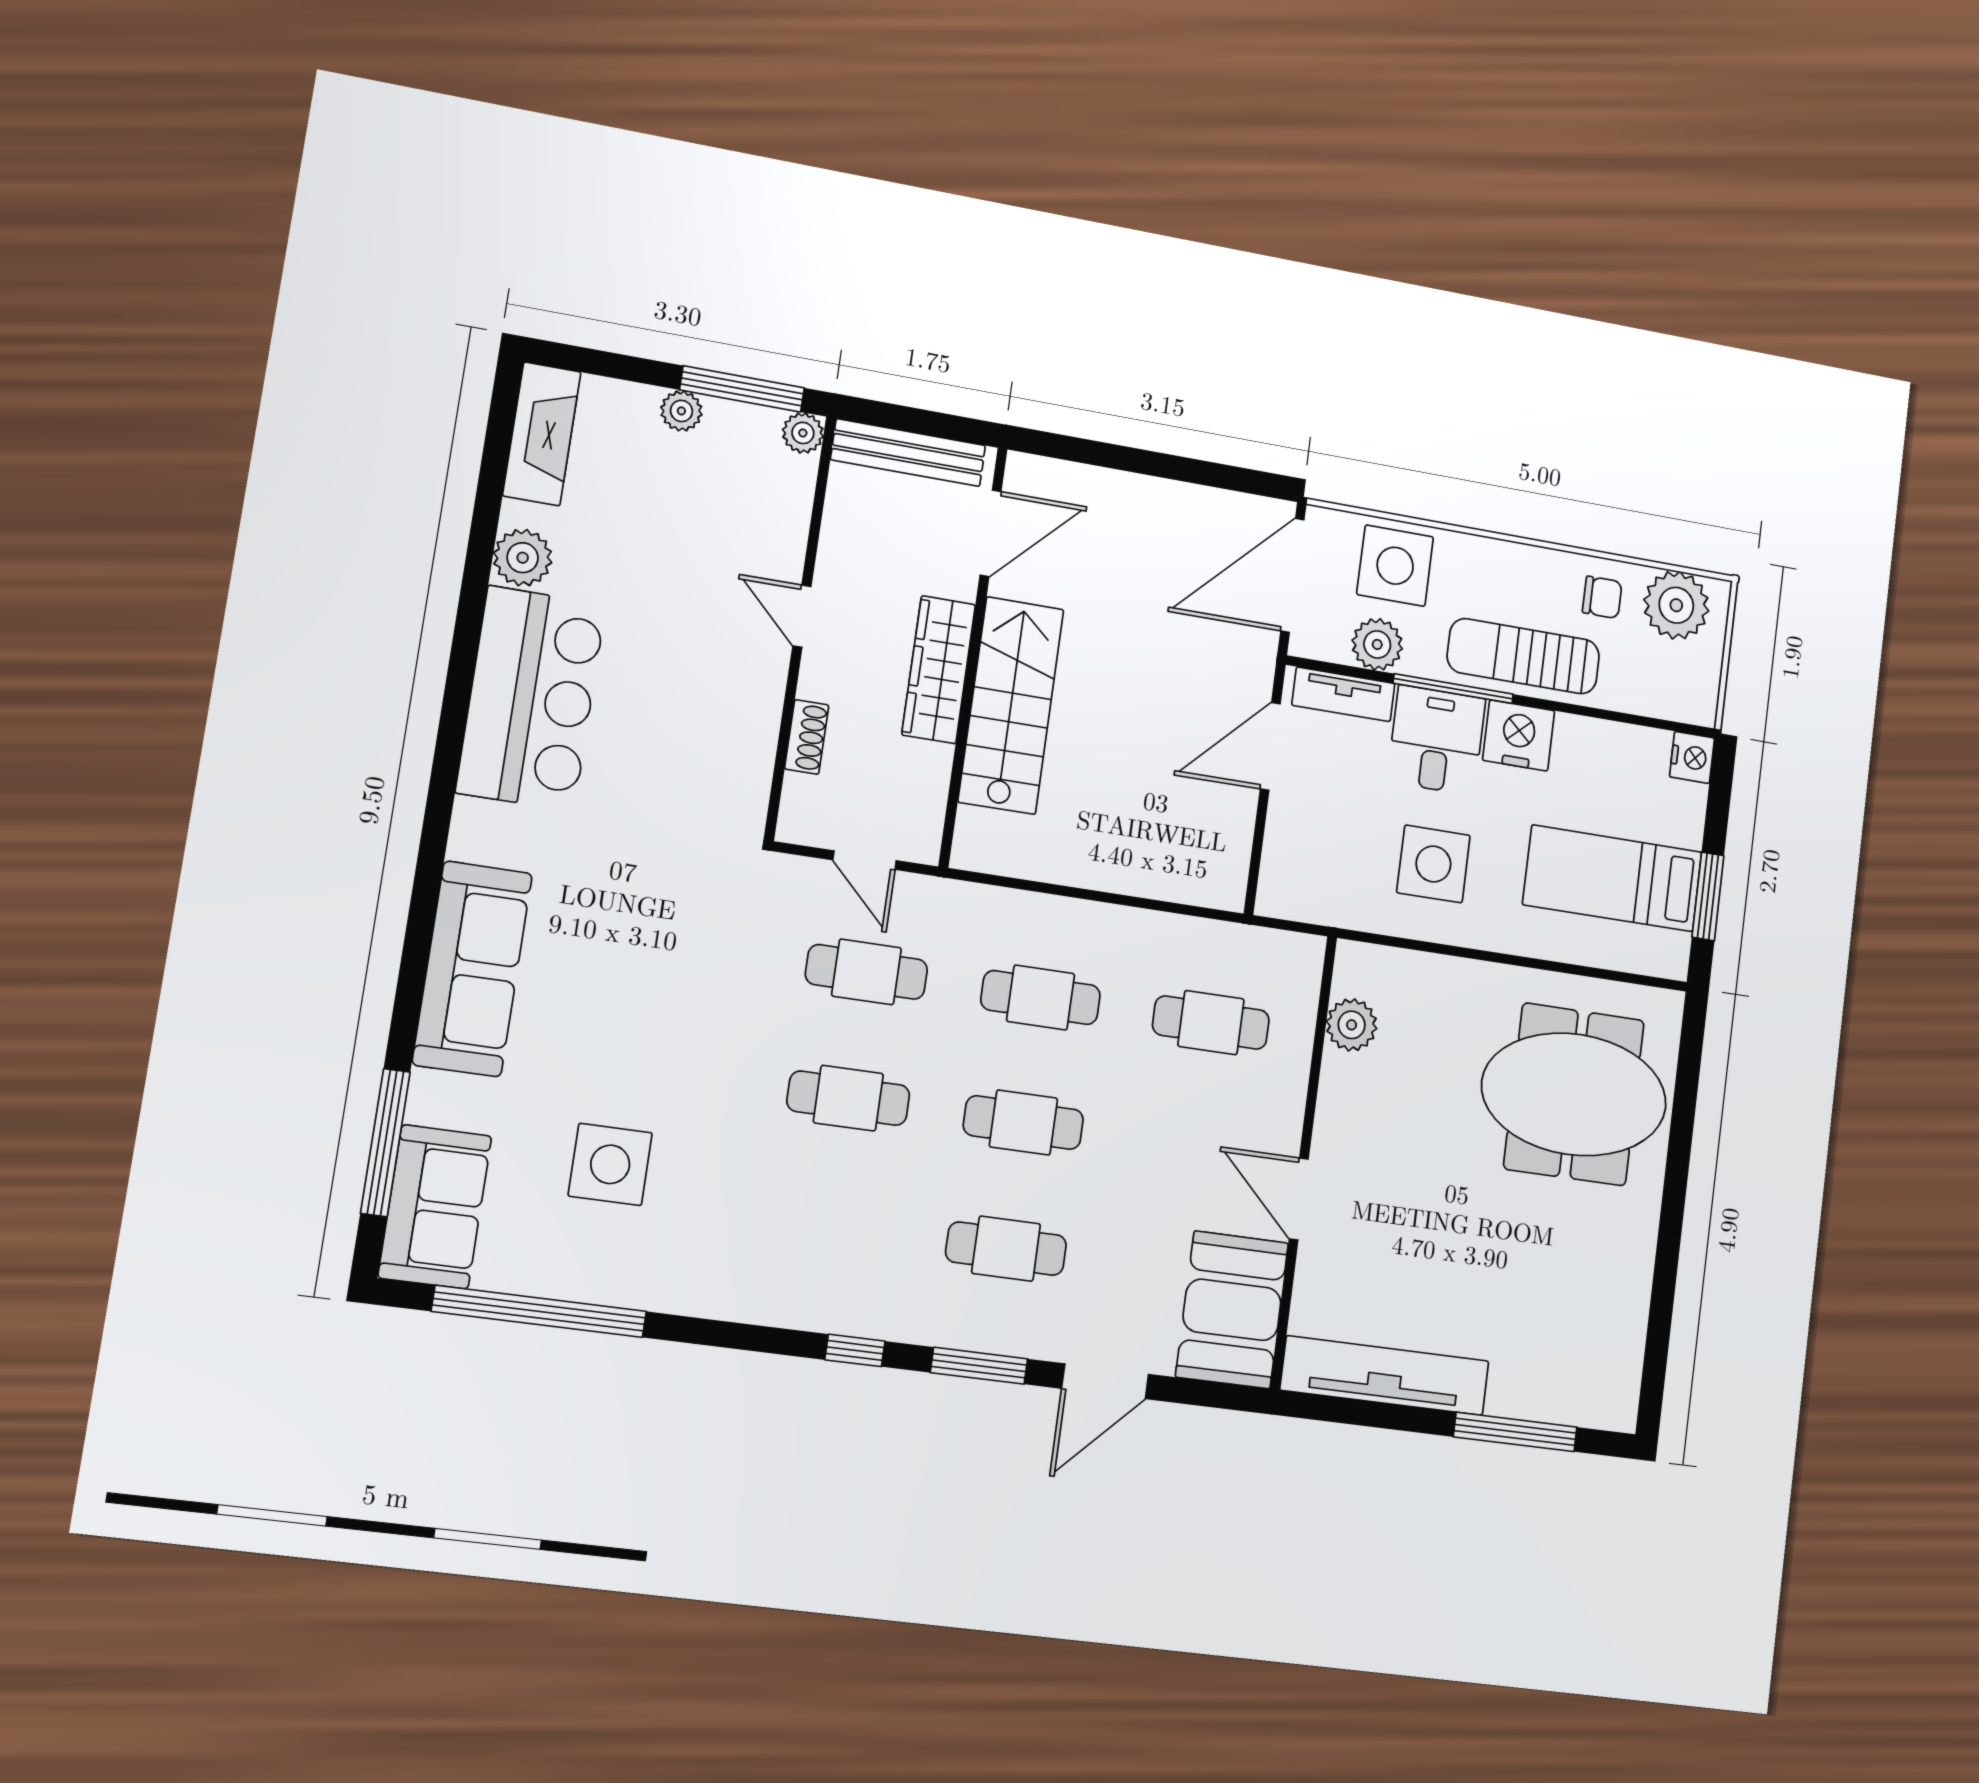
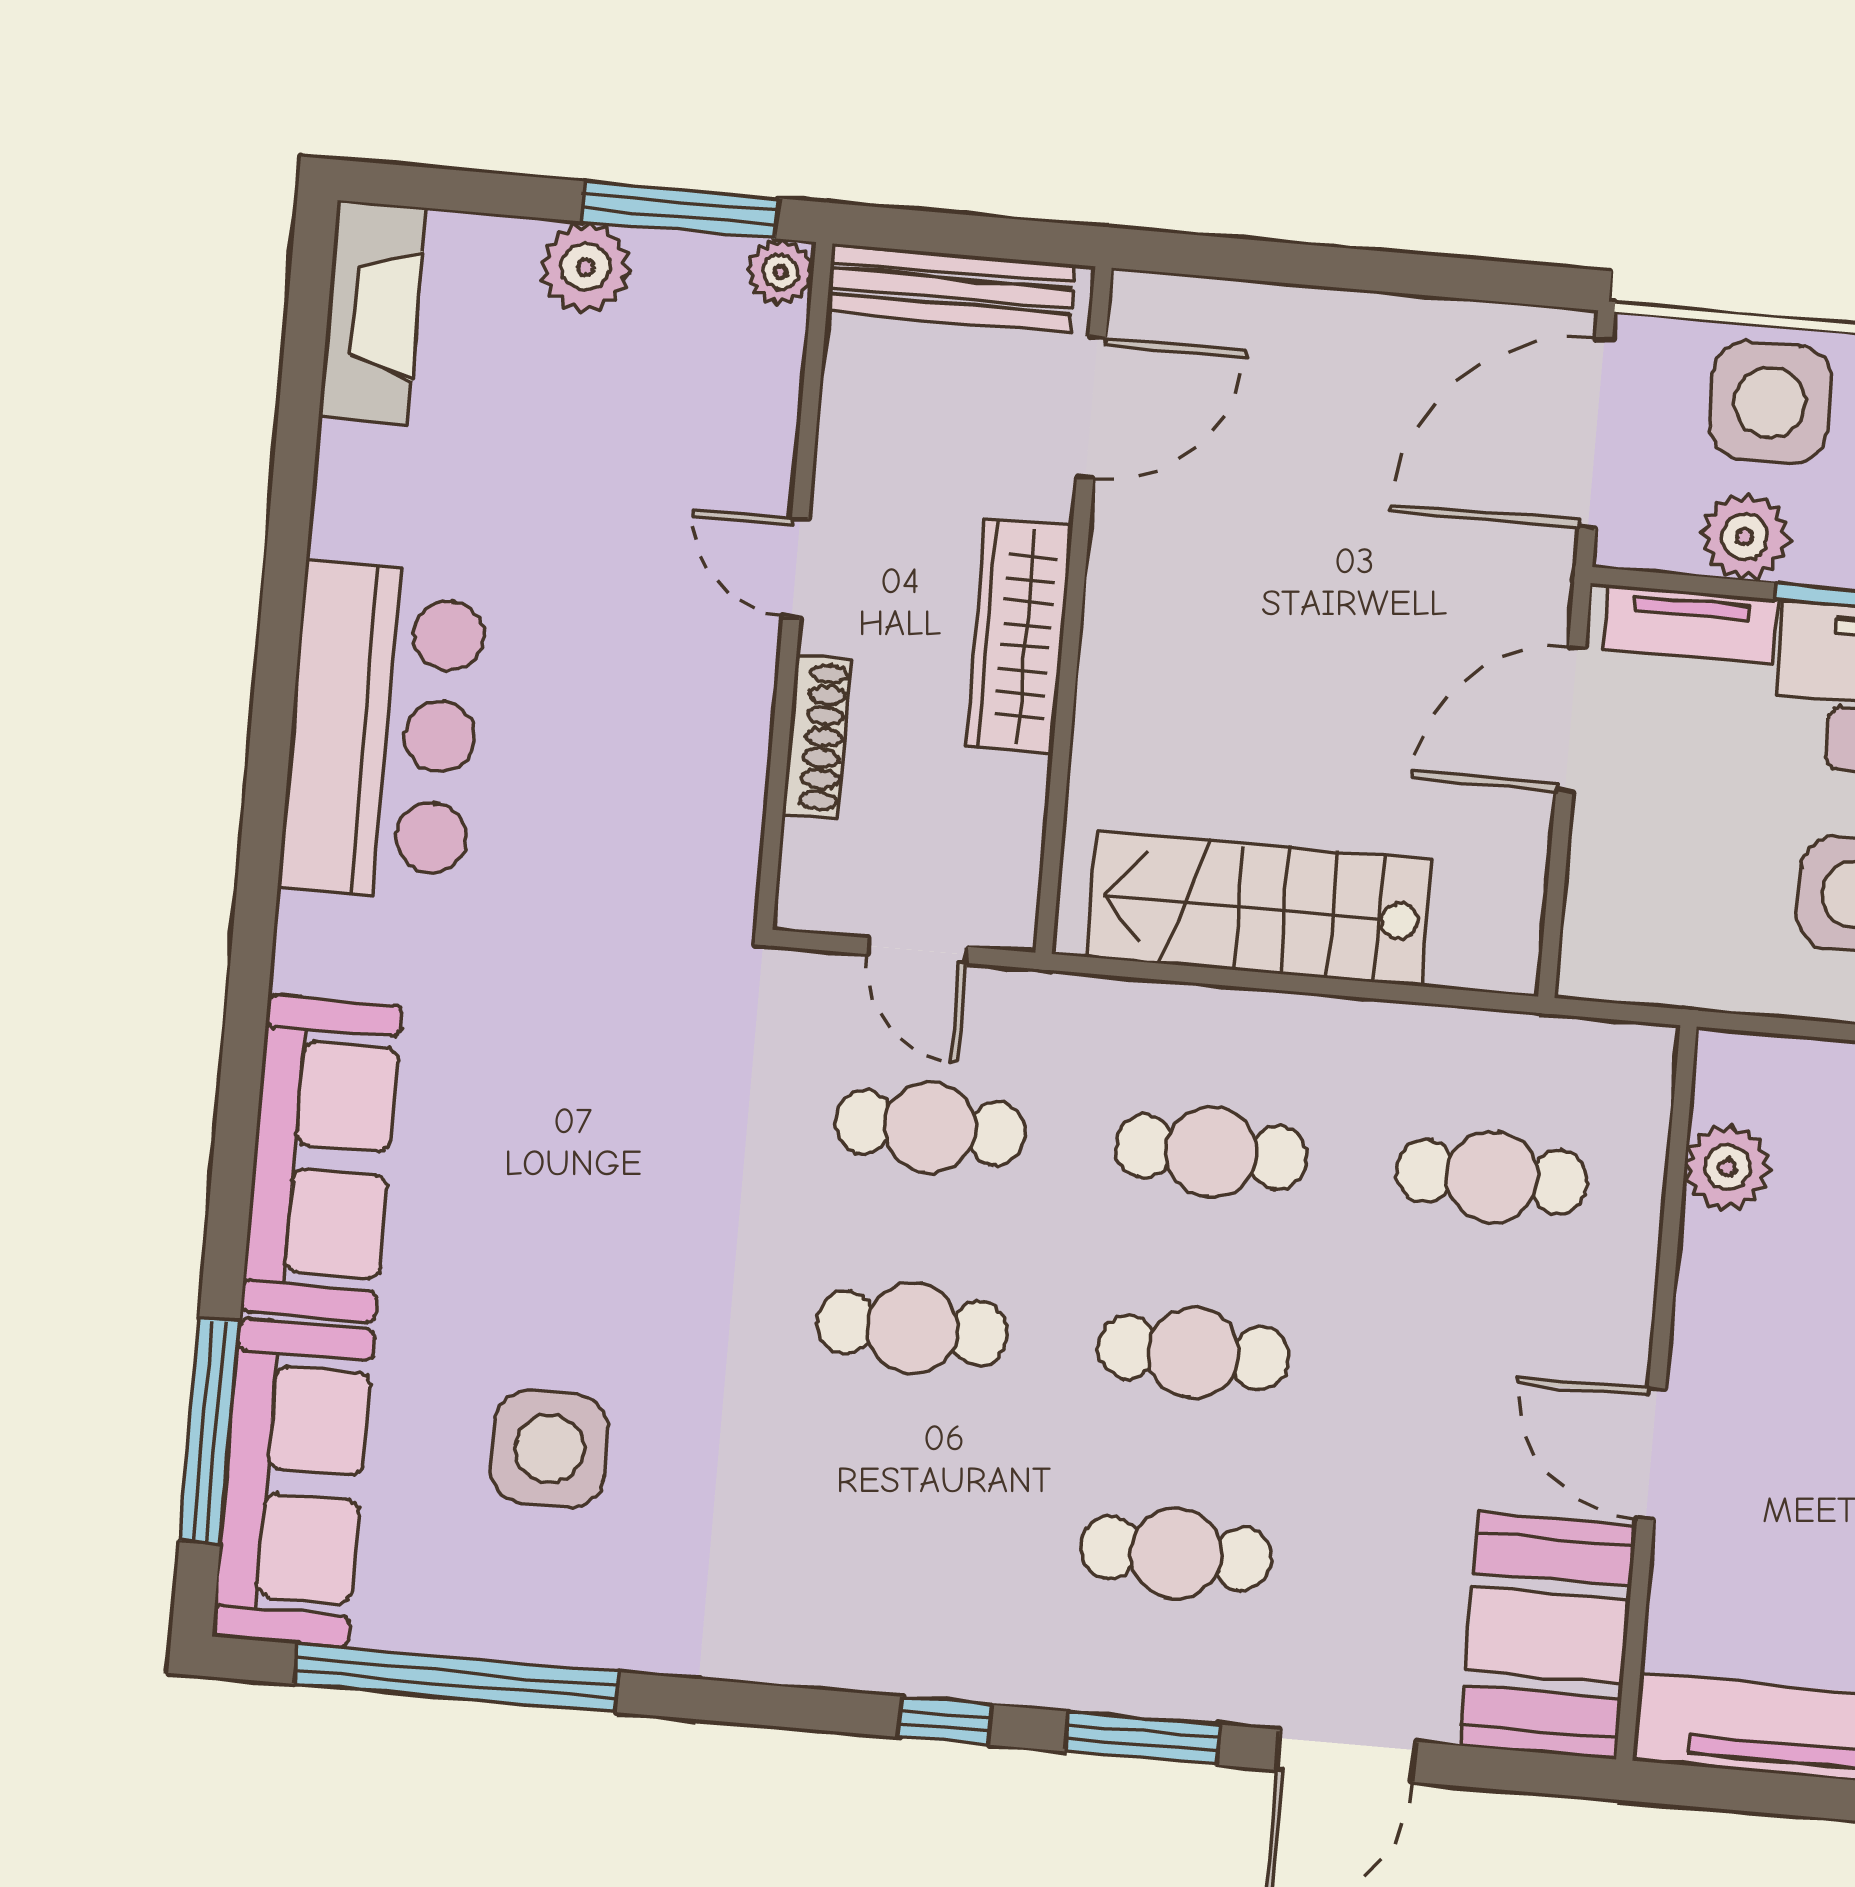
plant: (681, 411) -> (586, 267), width x1.38, depth x1.38
plant: (523, 558) -> (356, 511), removed
stairs: (1011, 705) -> (1259, 908), moved, turned -90
shoe rack: (807, 737) -> (817, 736), width x1.43
sofa: (435, 1207) -> (293, 1483), width x1.36

